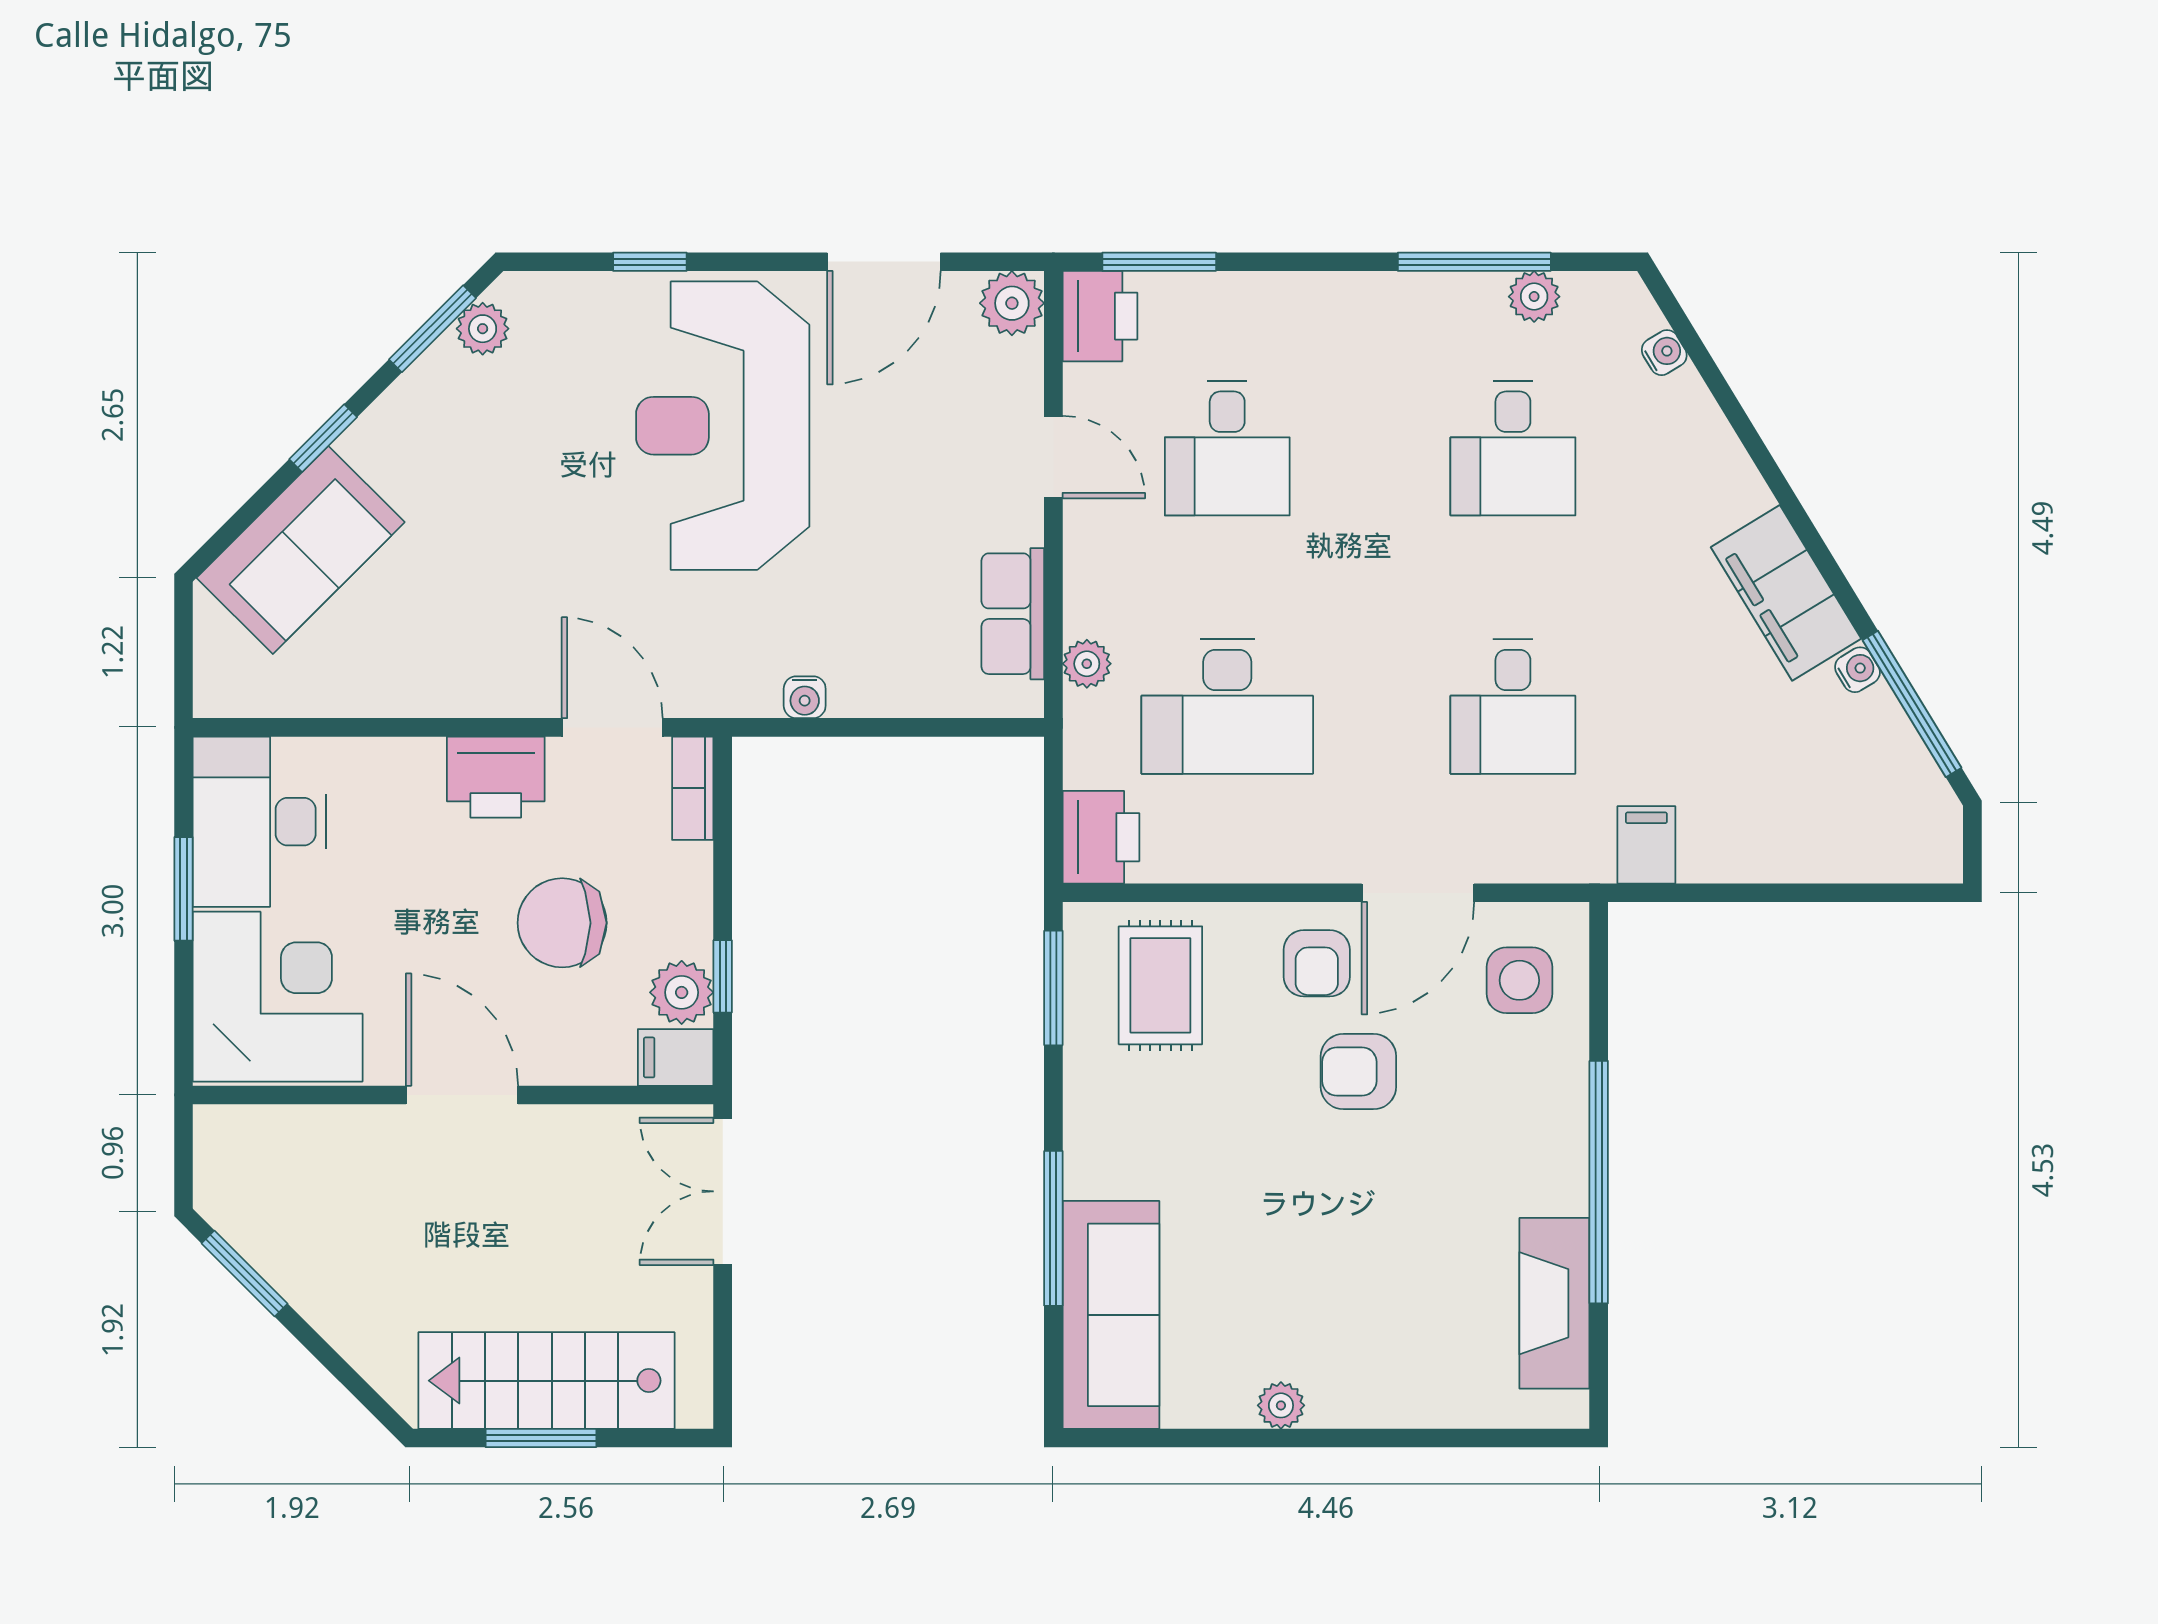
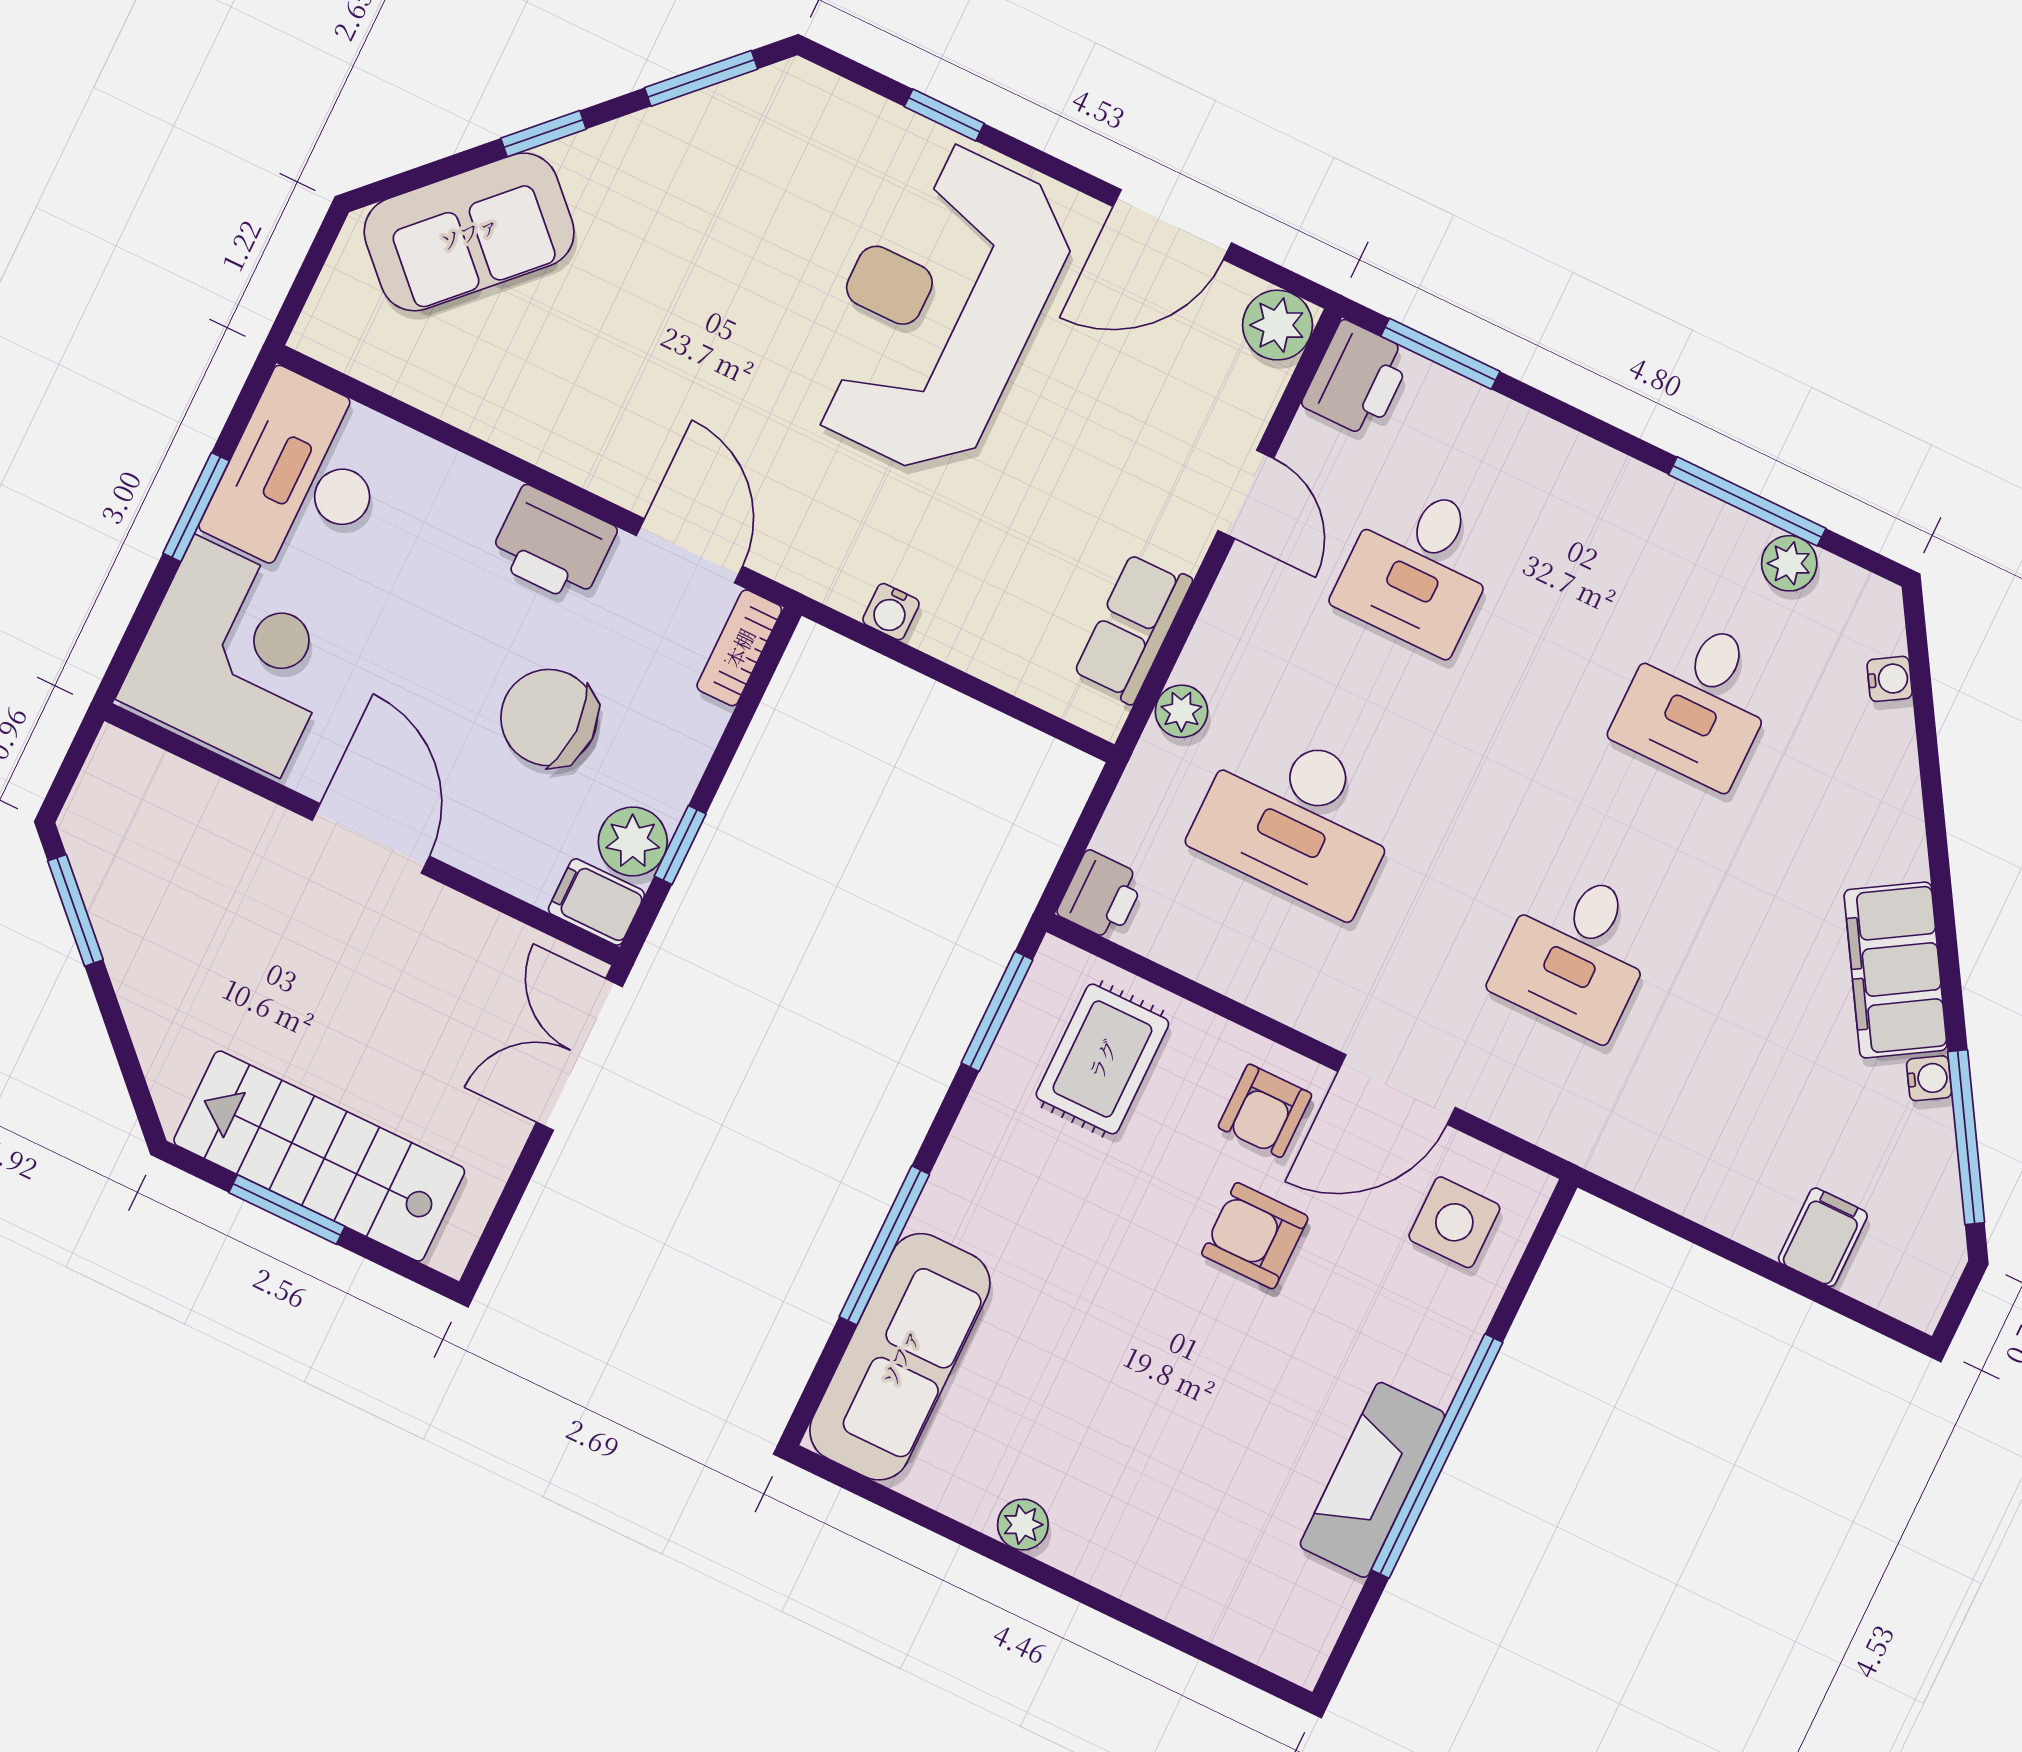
plant: (483, 329) -> (750, 102), removed
printer: (1101, 837) -> (1101, 895), width x0.73, depth x0.81
filing cabinet: (1646, 845) -> (1823, 1237), moved
fireplace: (1554, 1303) -> (1372, 1480), moved

